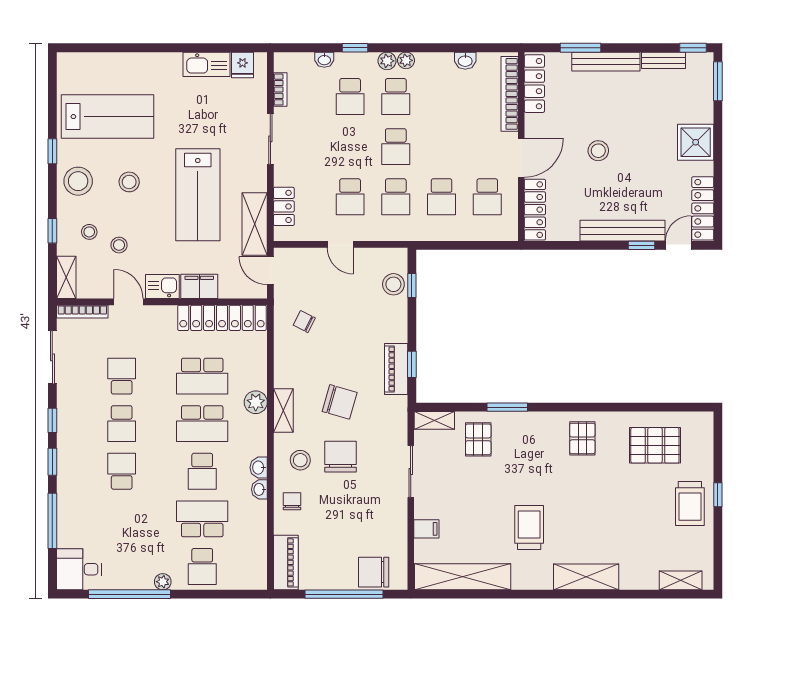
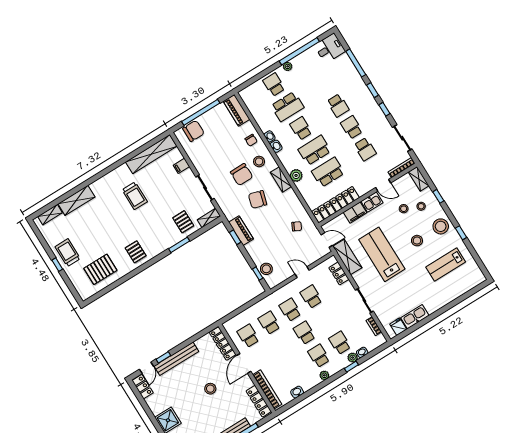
plant: (387, 61) -> (353, 358), moved
lab bench: (107, 117) -> (446, 264), width x0.73, depth x0.72
locker: (703, 208) -> (143, 387), width x0.66
shelving: (586, 577) -> (76, 200), moved

